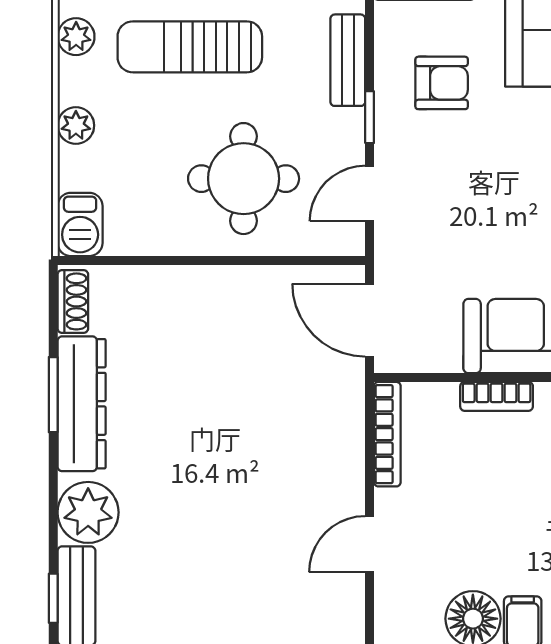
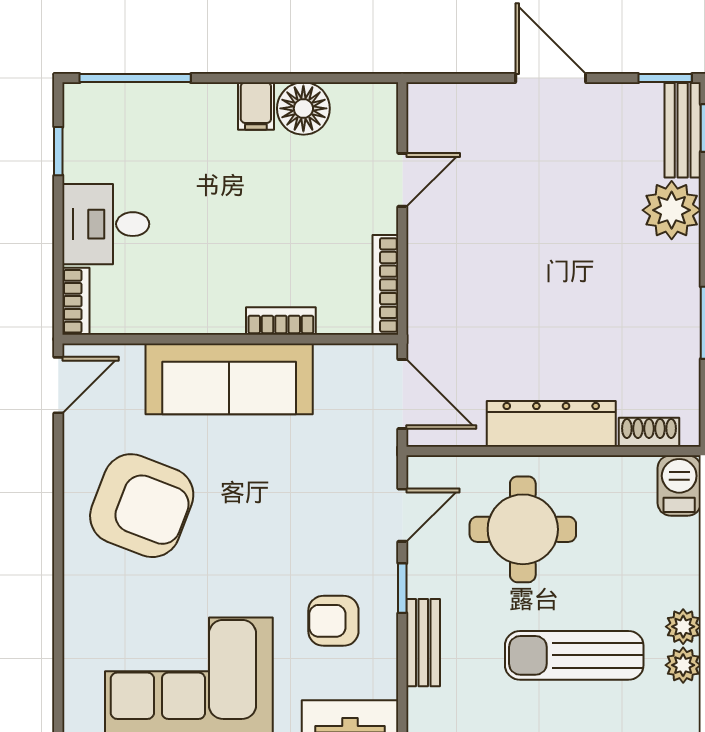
sun lounger: (190, 47) -> (574, 655), turned 180
plant: (76, 125) -> (683, 627), moved
shoe rack: (73, 301) -> (649, 432), moved, turned 90
dresser: (82, 404) -> (551, 424), moved, turned 90

